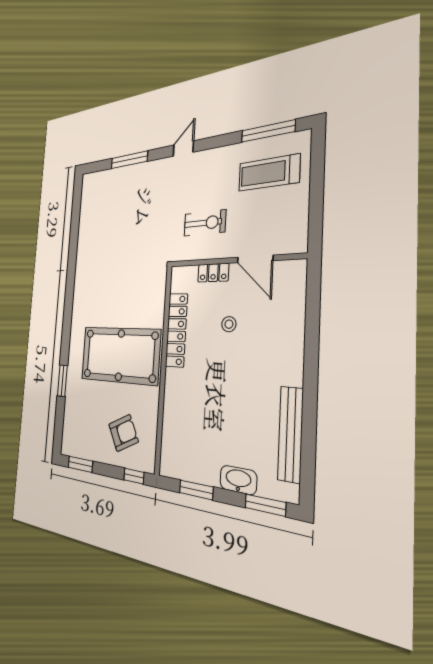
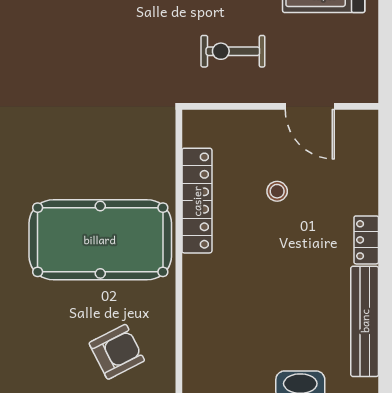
exercise bike: (205, 223) -> (233, 51), turned 180
locker: (213, 273) -> (366, 240), moved, turned 90

